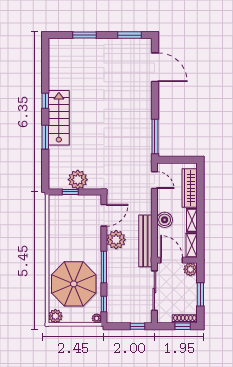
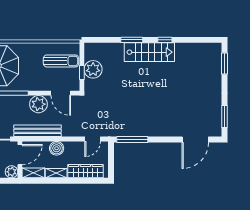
window: (85, 35) -> (225, 64), moved
window: (70, 192) -> (82, 73), moved
sun lounger: (69, 215) -> (61, 61), added

